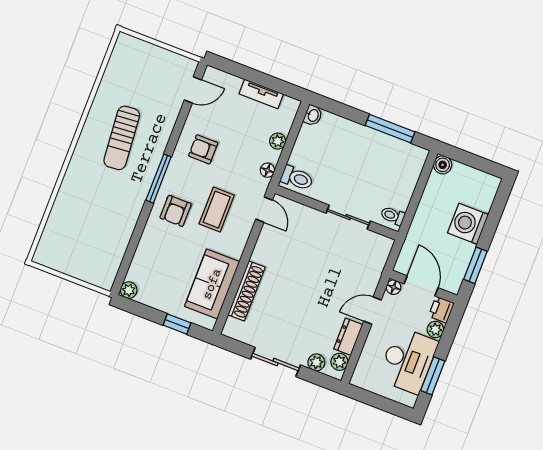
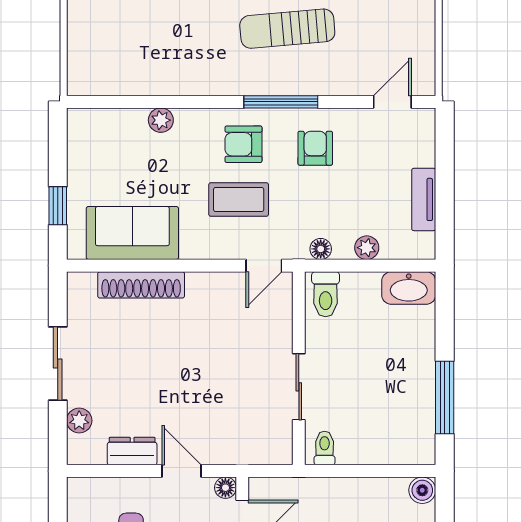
door: (193, 90) -> (392, 102), swing flipped
washbasin: (313, 115) -> (409, 288), width x1.91, depth x1.45
window: (159, 179) -> (281, 102), moved
armchair: (176, 211) -> (244, 144), moved
plant: (129, 290) -> (161, 120), moved
plant: (339, 362) -> (92, 452), removed

